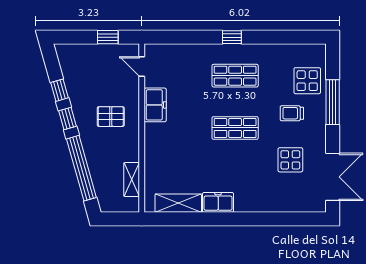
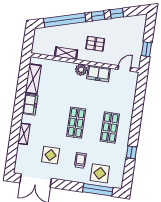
window: (232, 37) -> (131, 152), moved
window: (333, 102) -> (98, 190), moved
pallet: (111, 117) -> (95, 44), turned 90
plant: (153, 132) -> (81, 70), added
shelving: (132, 180) -> (66, 53), moved
shelving: (264, 205) -> (24, 134), added

